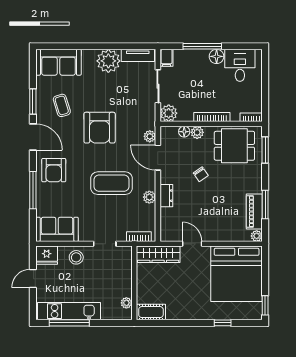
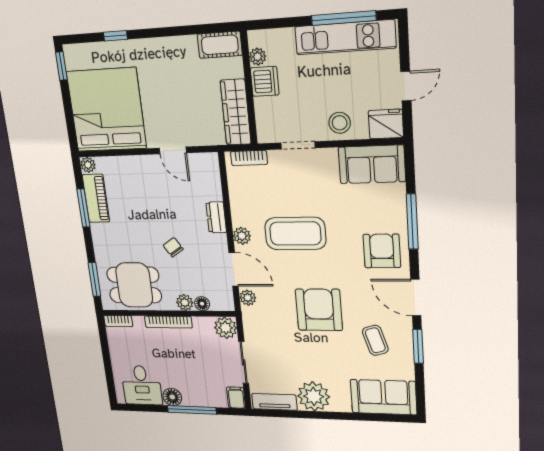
plant: (149, 197) -> (242, 236), moved
wardrobe: (158, 254) -> (236, 112), moved, turned -90
dishwasher: (123, 287) -> (265, 81), added

